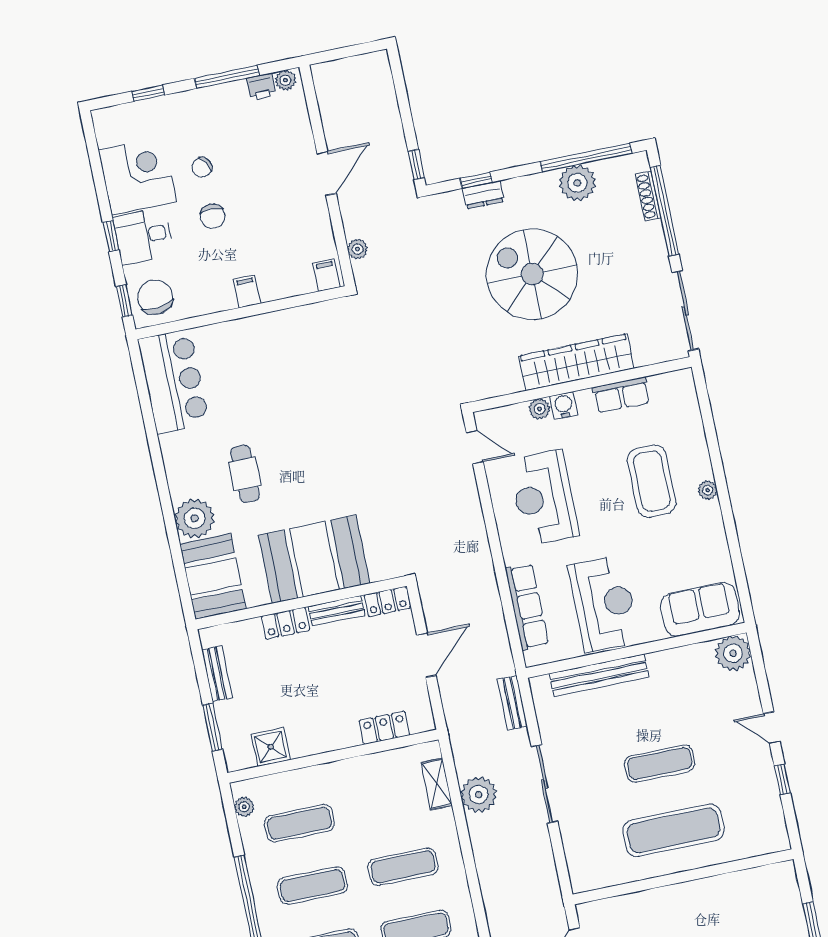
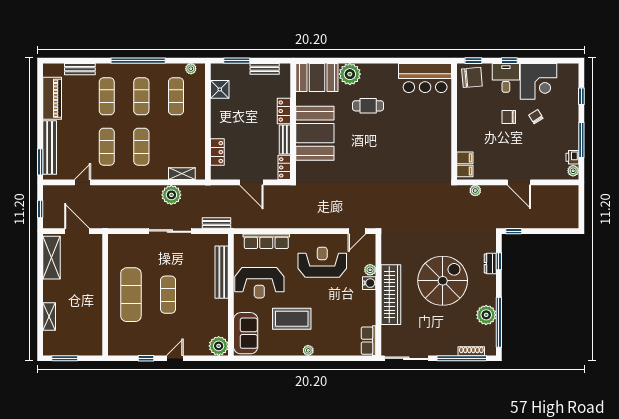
filing cabinet: (247, 291) -> (465, 158), moved
row of seats: (621, 395) -> (369, 341), moved
coffee table: (652, 481) -> (292, 319), moved

